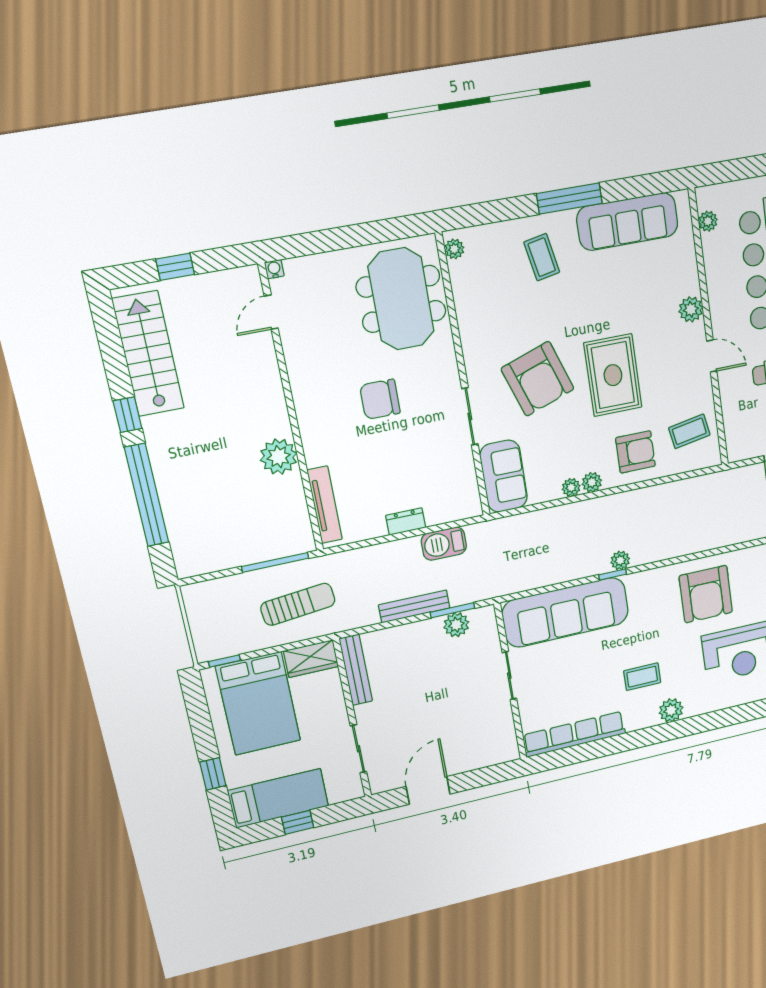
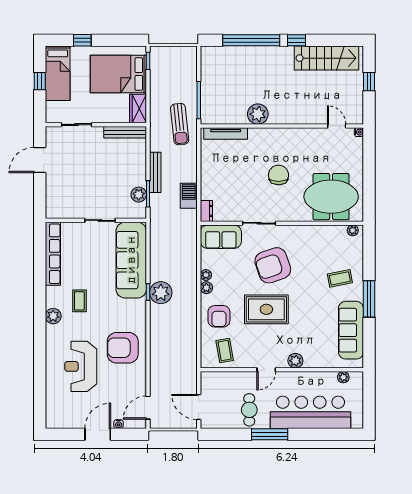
dresser: (406, 522) -> (206, 211), moved
plant: (620, 560) -> (161, 293), width x1.88, depth x1.88
sun lounger: (298, 604) -> (180, 124), moved
door: (428, 790) -> (40, 160), swing flipped

